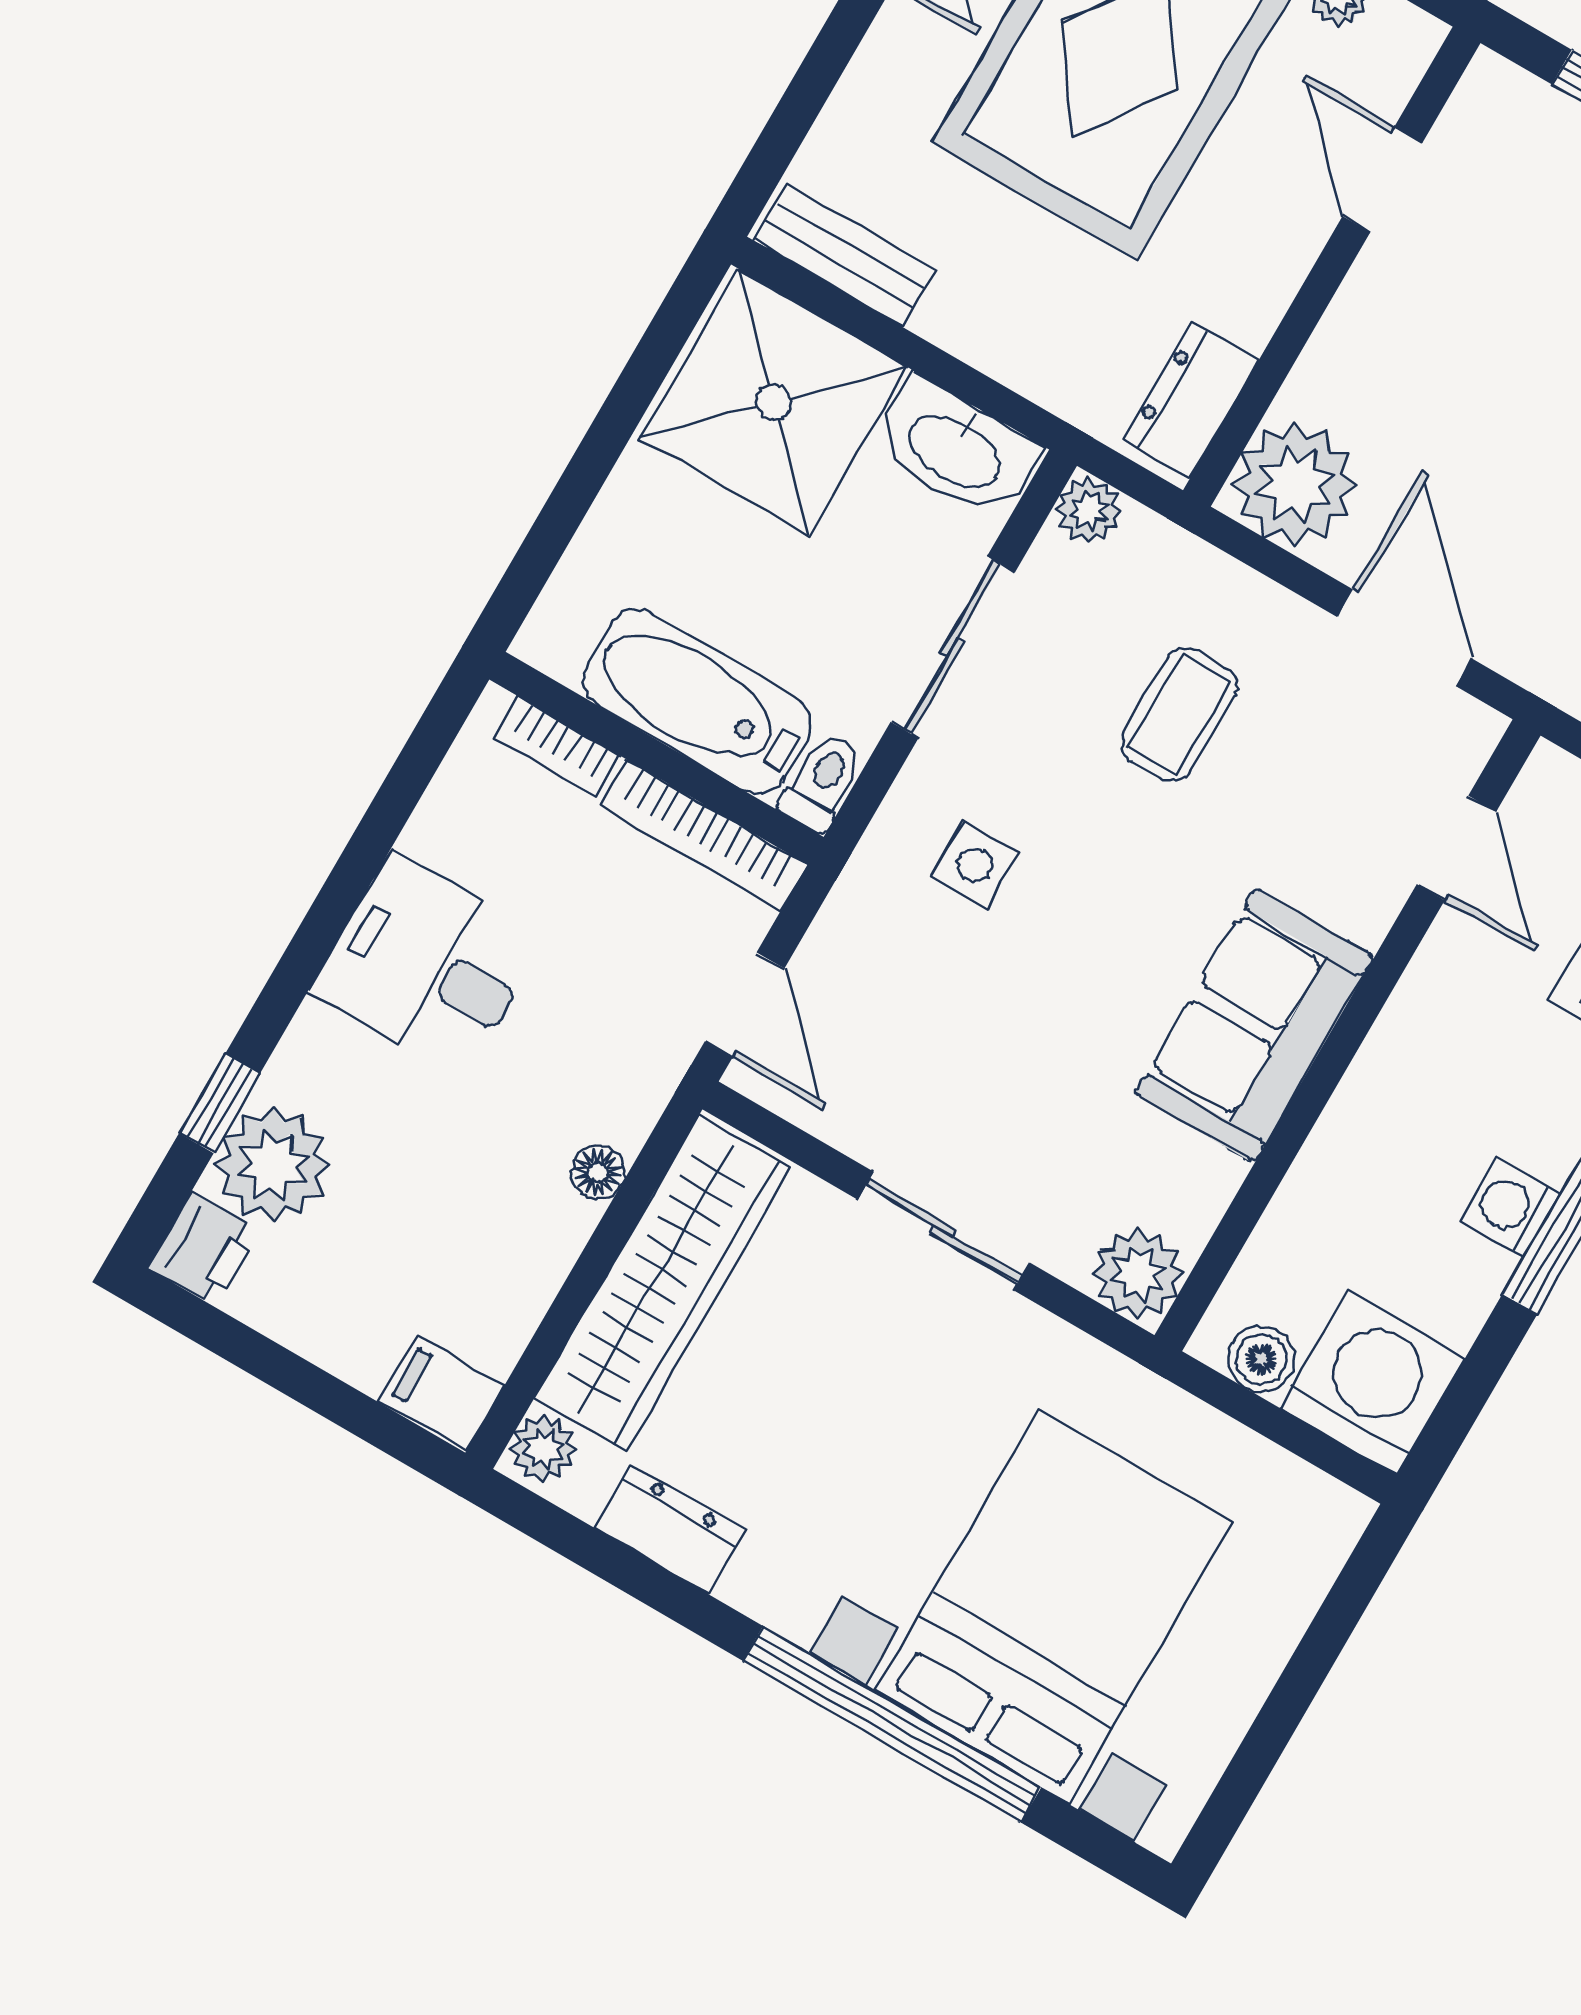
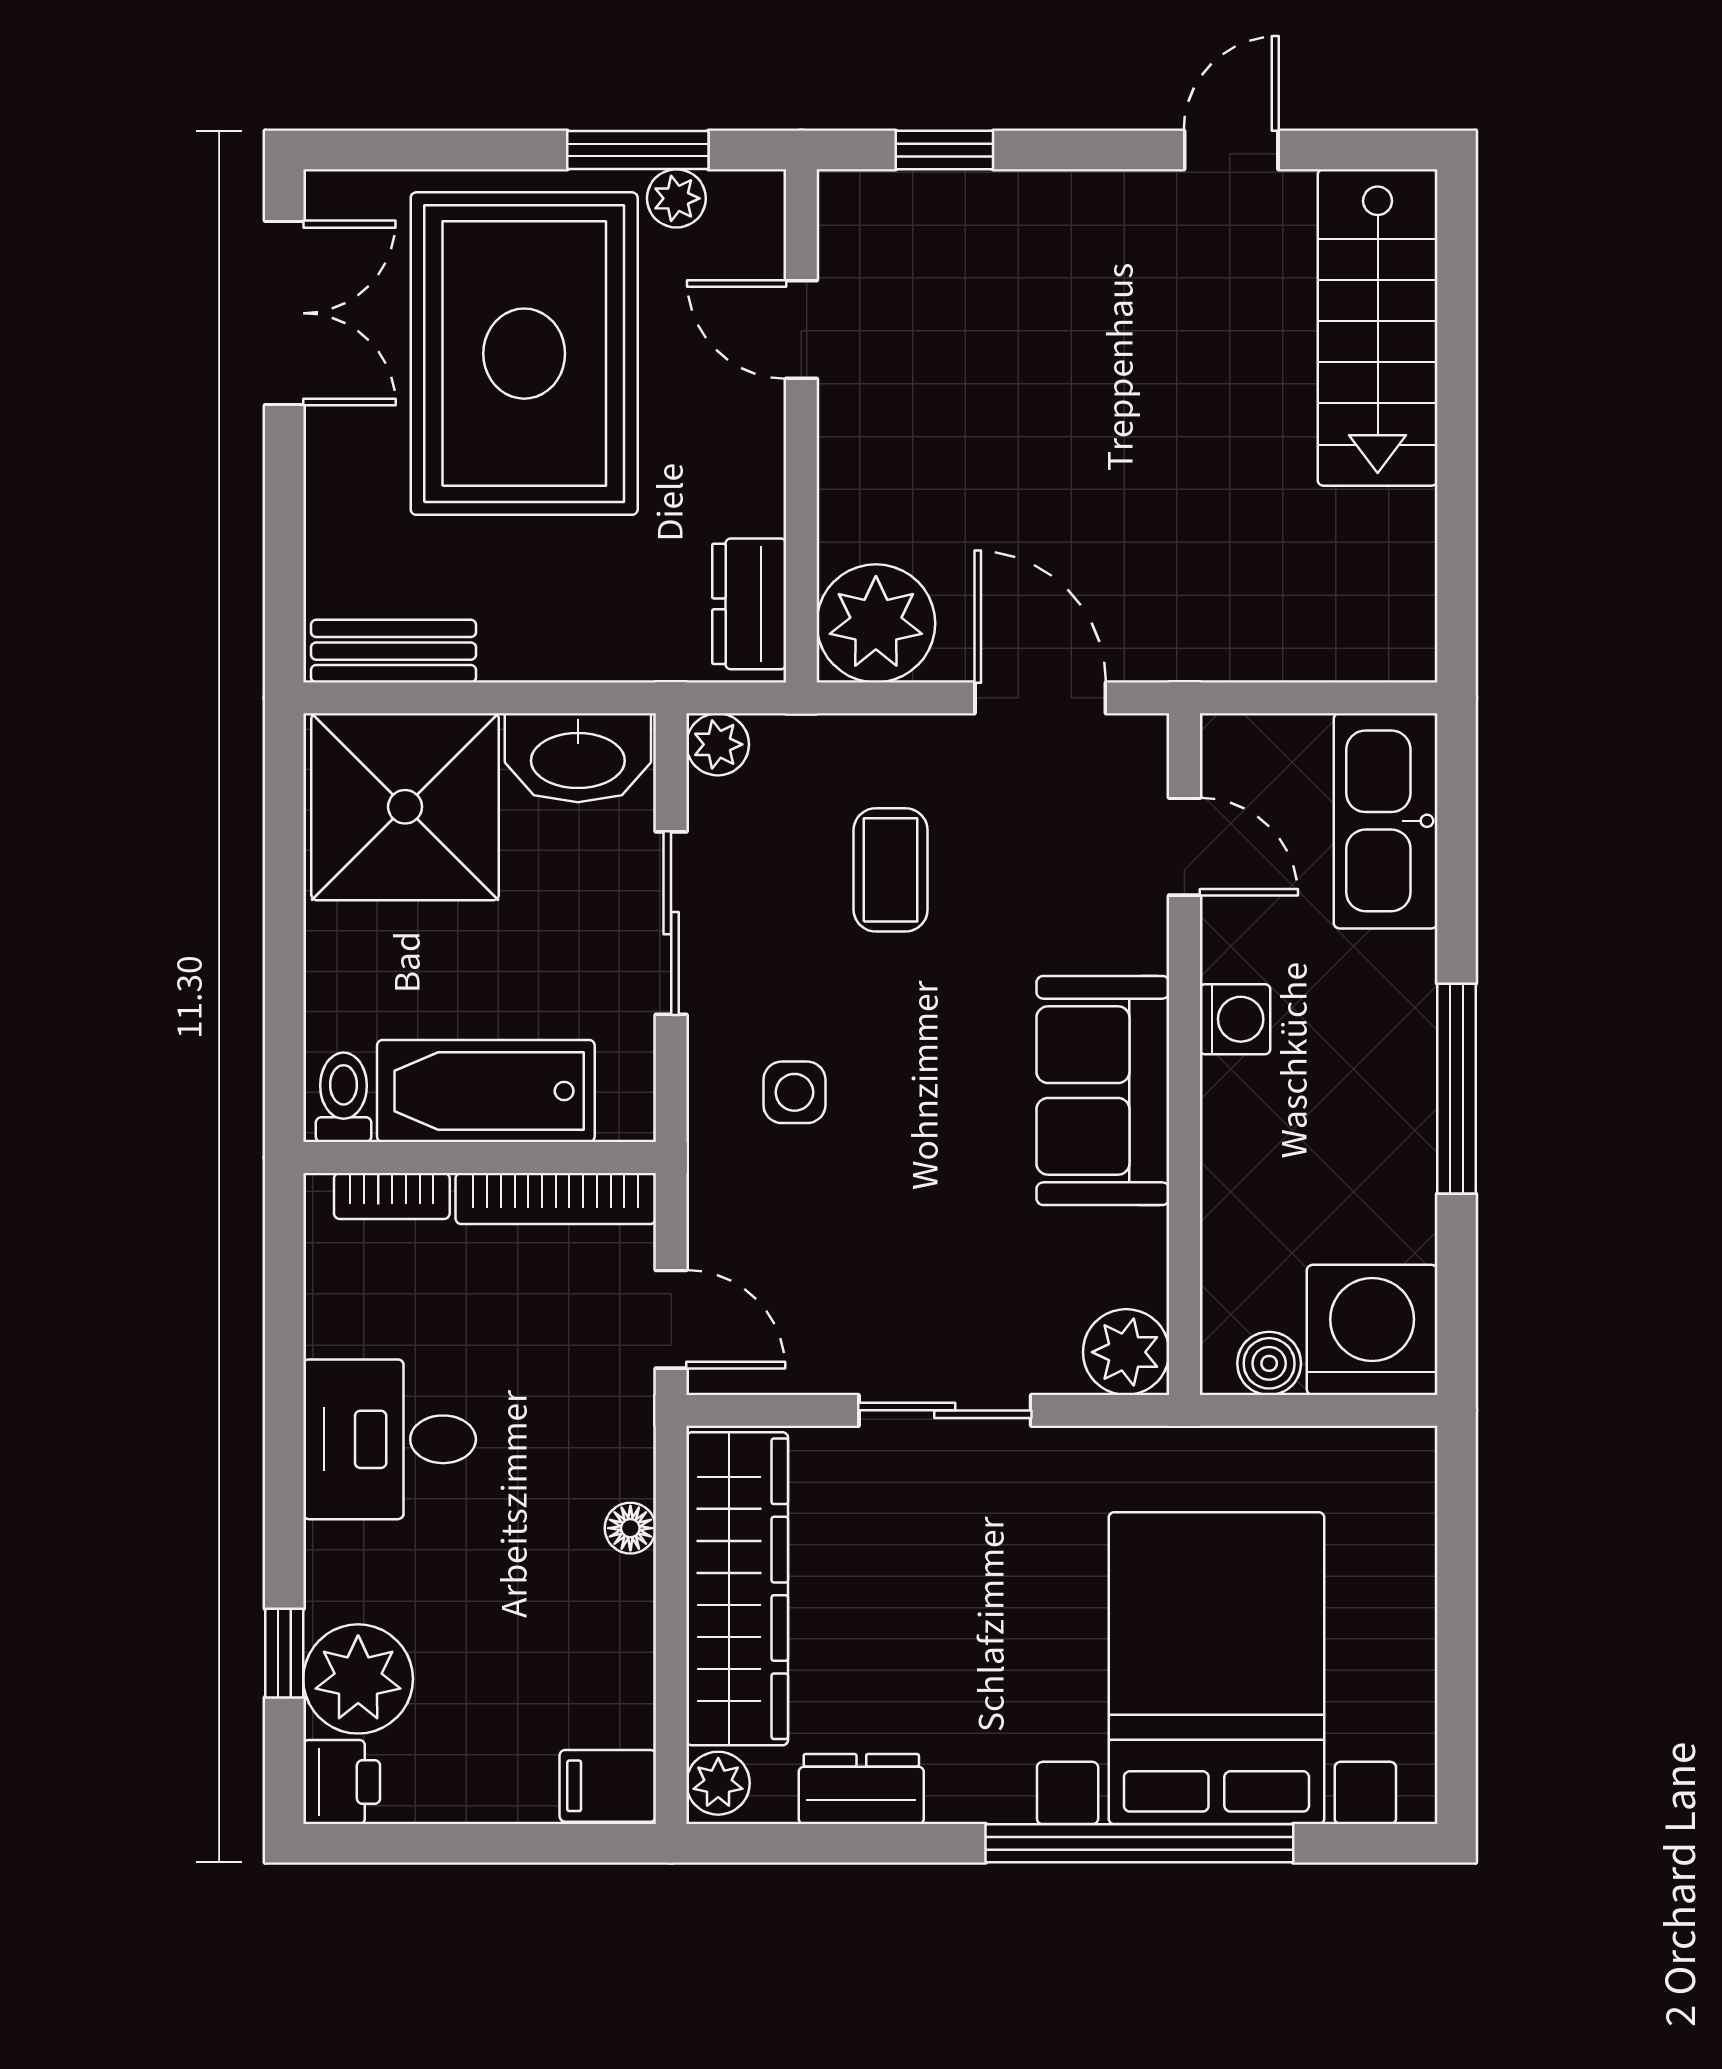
toilet: (822, 782) -> (344, 1097), moved
washing machine: (1510, 1207) -> (1235, 1019), moved, turned 180

